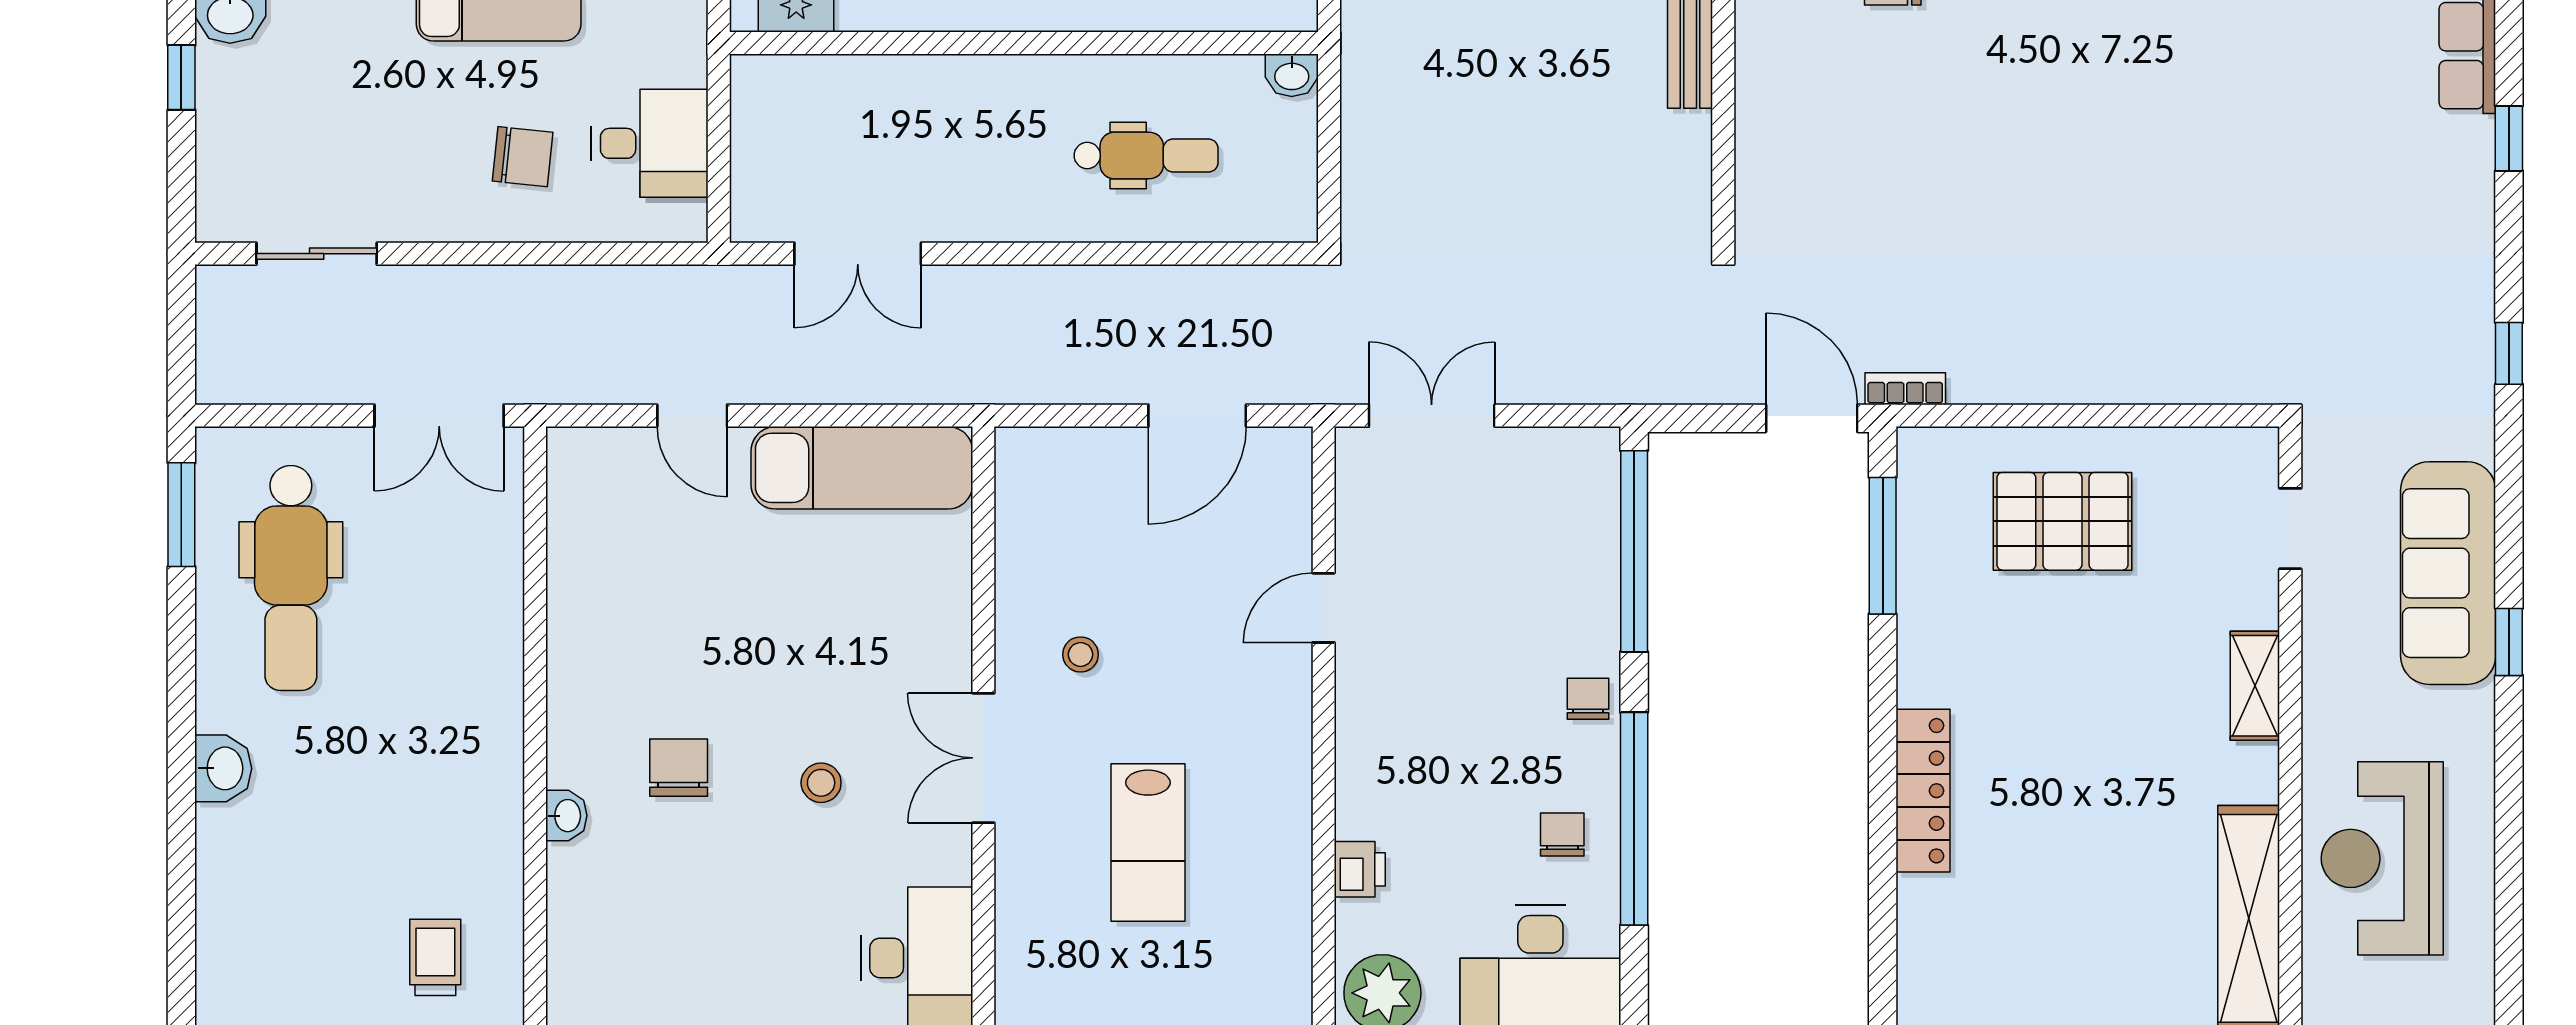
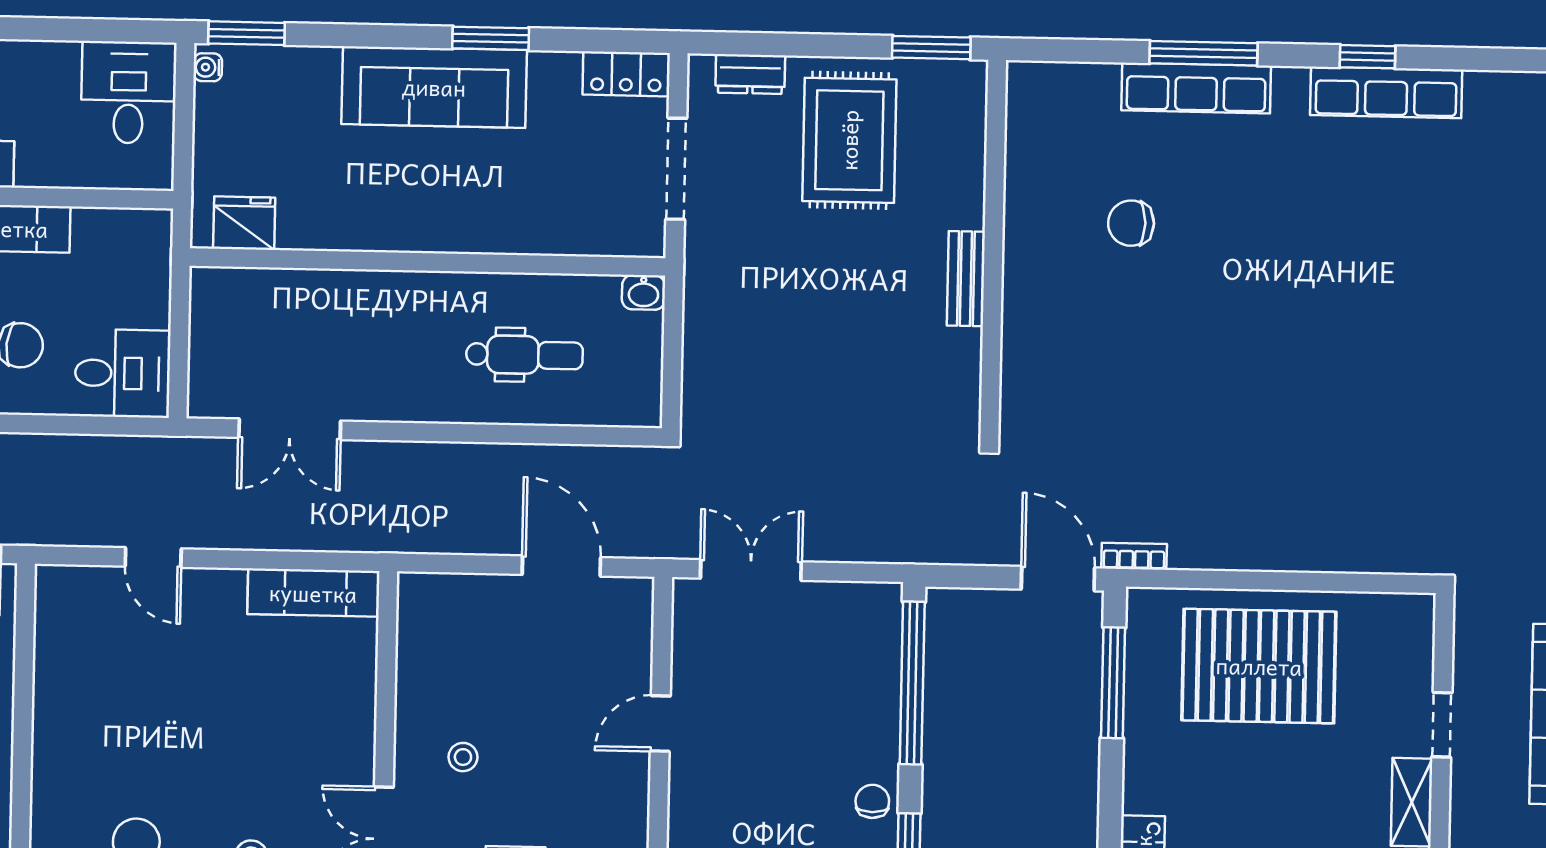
desk: (650, 143) -> (123, 373), moved
door: (1197, 416) -> (561, 566), swing flipped
exam couch: (862, 468) -> (313, 593), width x0.73, depth x0.69
pallet: (2062, 521) -> (1259, 666), width x1.37, depth x1.41
doorway: (2290, 529) -> (1442, 725), moved

